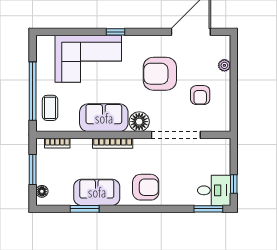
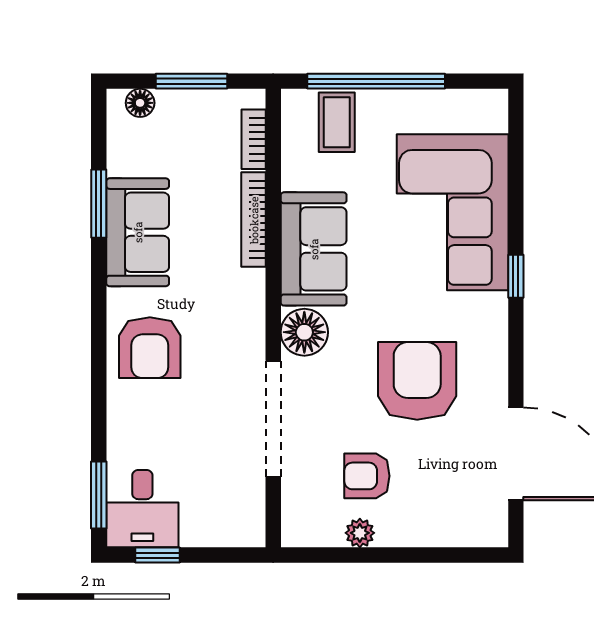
plant: (224, 65) -> (360, 533), moved
coffee table: (50, 108) -> (337, 122), turned 90
bookcase: (113, 143) -> (254, 220), moved

